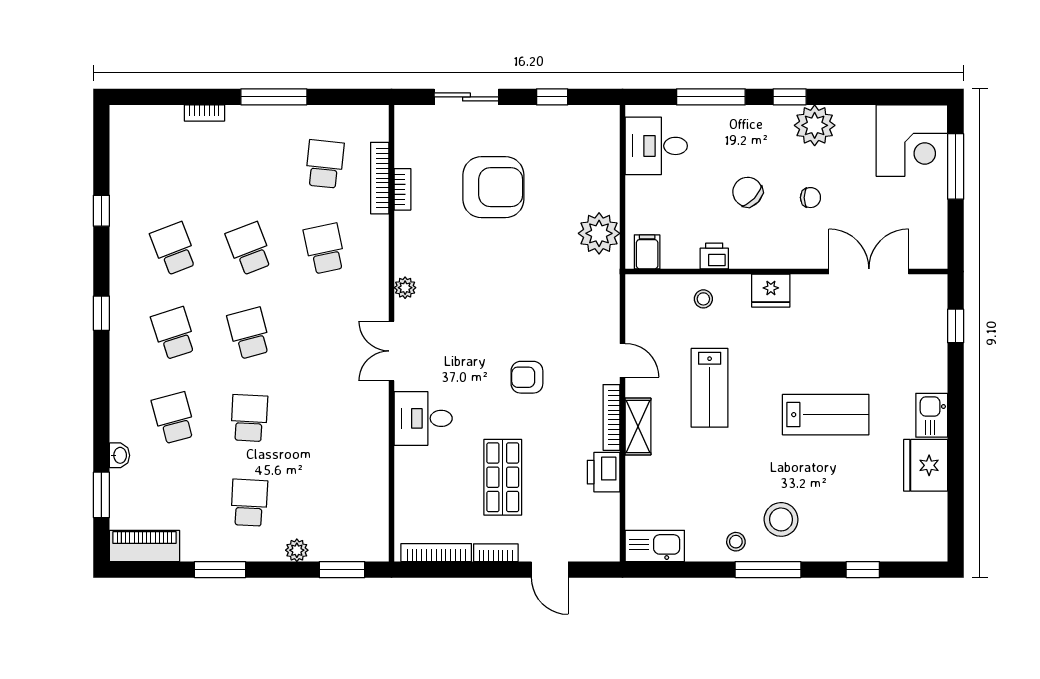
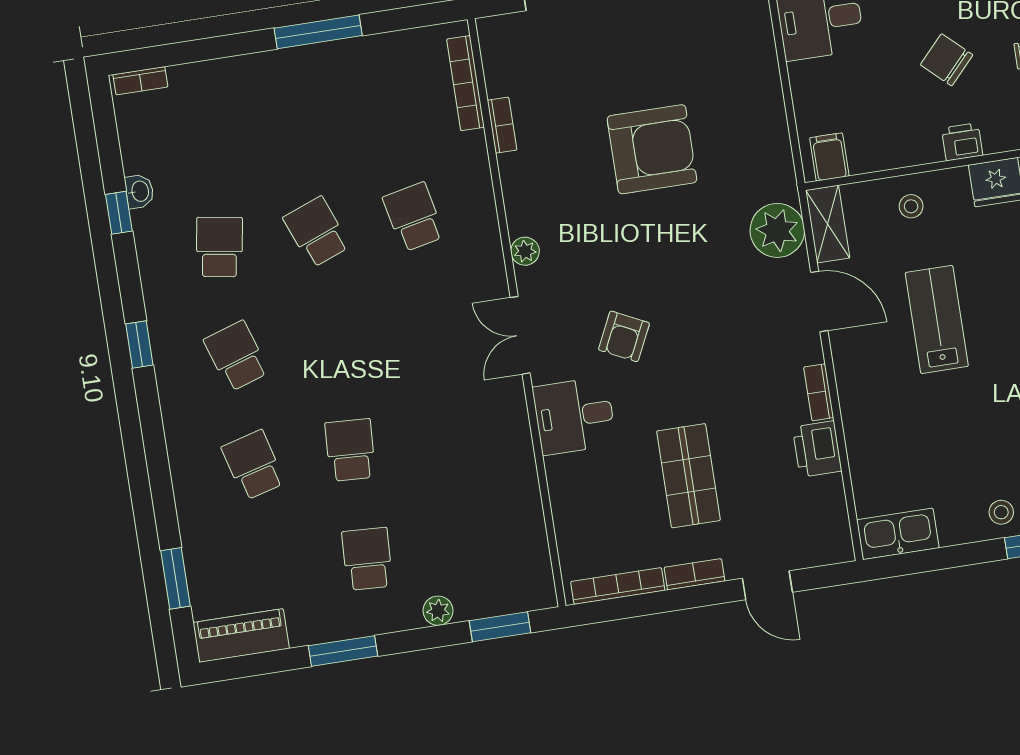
bookcase: (204, 113) -> (140, 81), moved
school desk: (325, 164) -> (397, 108), removed
bookcase: (380, 178) -> (465, 83), moved
armchair: (493, 187) -> (652, 149), moved
plant: (599, 233) -> (777, 230), moved
school desk: (174, 249) -> (219, 247), turned 30
printer: (714, 256) -> (962, 142), moved
school desk: (249, 333) -> (333, 341), removed
door: (623, 360) -> (819, 301), width x1.38
armchair: (527, 377) -> (624, 336), moved, turned -64
lab bench: (710, 388) -> (937, 319), turned 180
bookcase: (611, 417) -> (819, 392), width x0.64
shelving: (638, 426) -> (828, 224), moved
washbasin: (120, 455) -> (139, 191), moved

